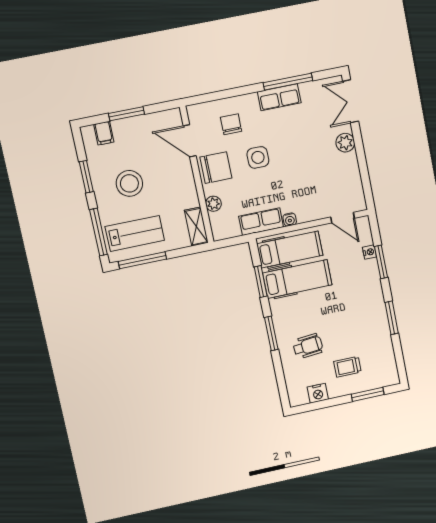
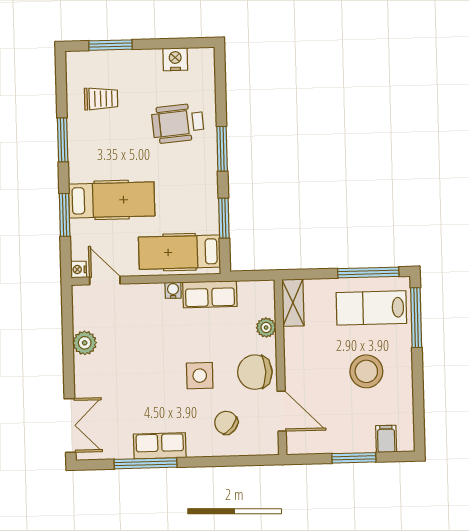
chair: (231, 124) -> (226, 423), turned 129
plant: (345, 143) -> (85, 343), moved
window: (86, 177) -> (418, 389), removed
nightstand: (369, 252) -> (79, 269), moved
hospital bed: (297, 279) -> (112, 200), moved, turned 180
wheelchair: (308, 346) -> (178, 123), width x1.36, depth x1.37
trolley: (347, 367) -> (101, 99), moved

